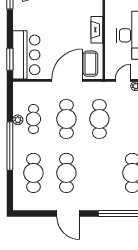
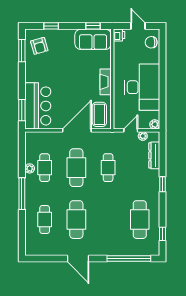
cafe table: (99, 119) -> (108, 168), width x0.73, depth x0.74
window: (10, 146) -> (22, 194), width x0.68
cafe table: (33, 173) -> (45, 220), width x0.73, depth x0.74

